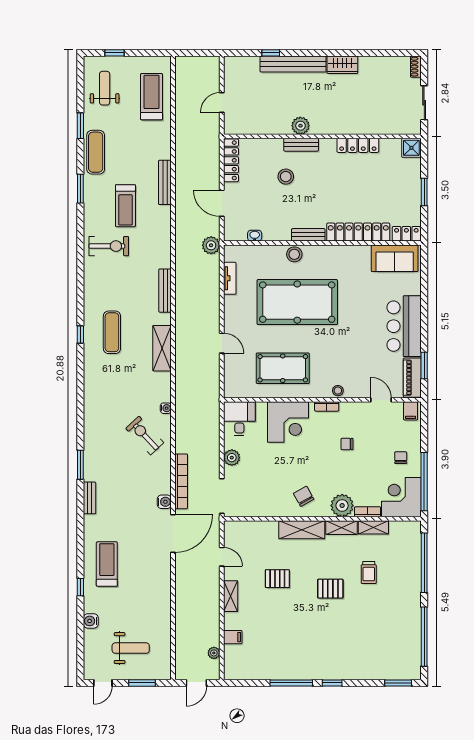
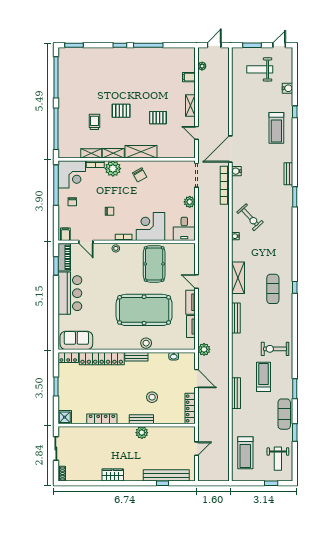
bench: (293, 64) -> (166, 475), moved
tv unit: (230, 313) -> (191, 302), added
pool table: (283, 368) -> (154, 264), turned 90

